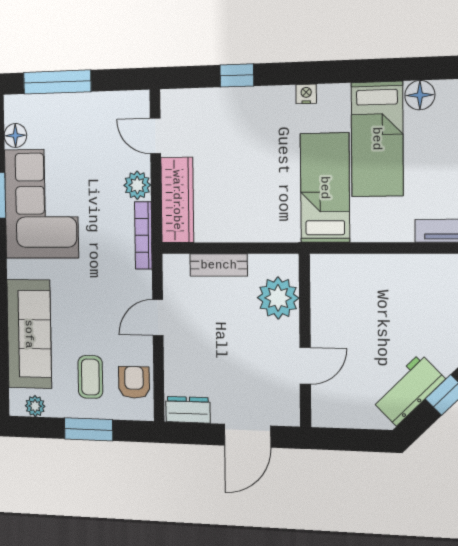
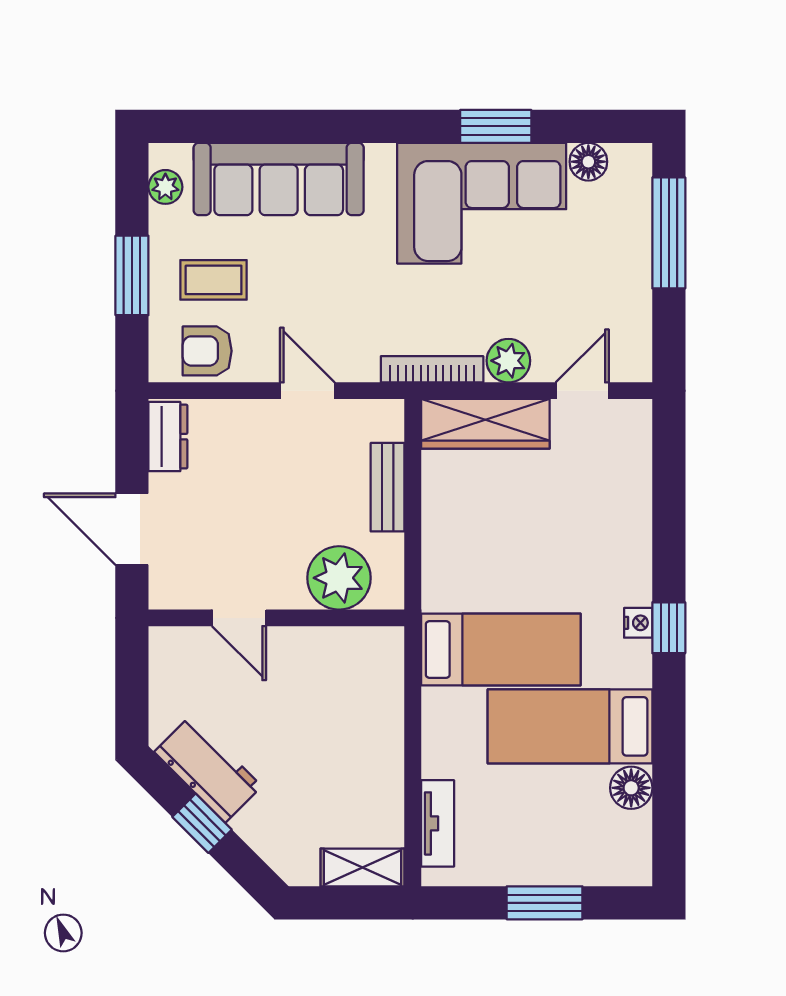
window: (237, 75) -> (669, 628), moved
armchair: (134, 382) -> (207, 351), turned 180

